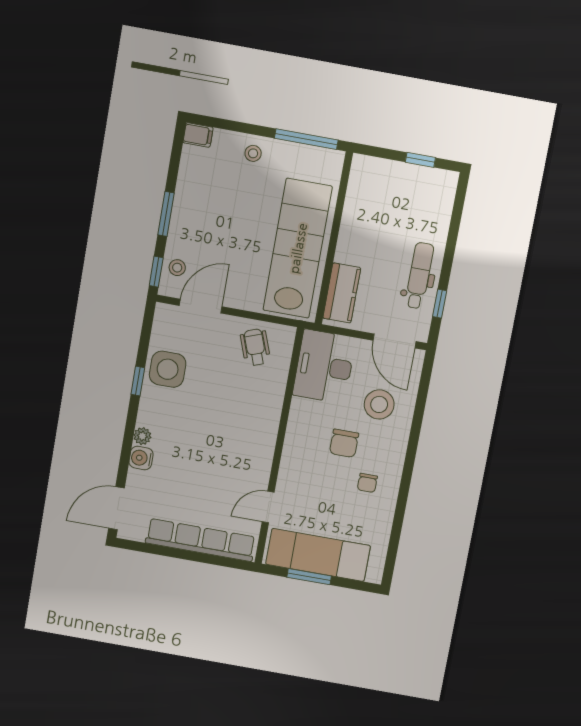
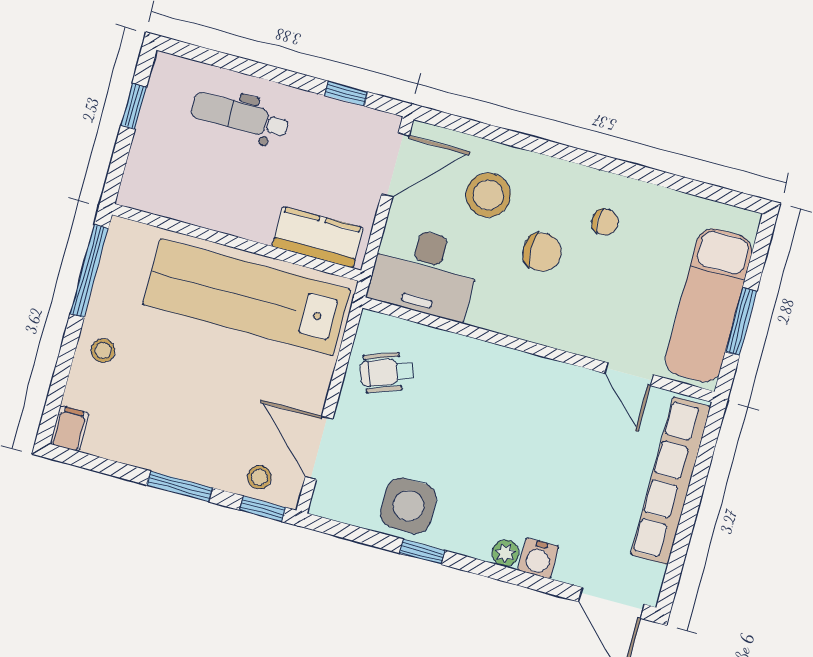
dental chair: (419, 276) -> (240, 116), moved

